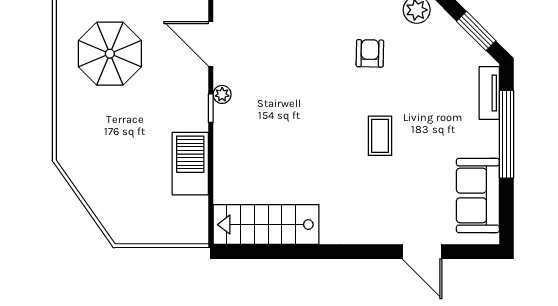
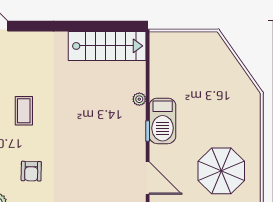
plant: (222, 94) -> (139, 99), moved
barbecue: (190, 164) -> (163, 121), moved

